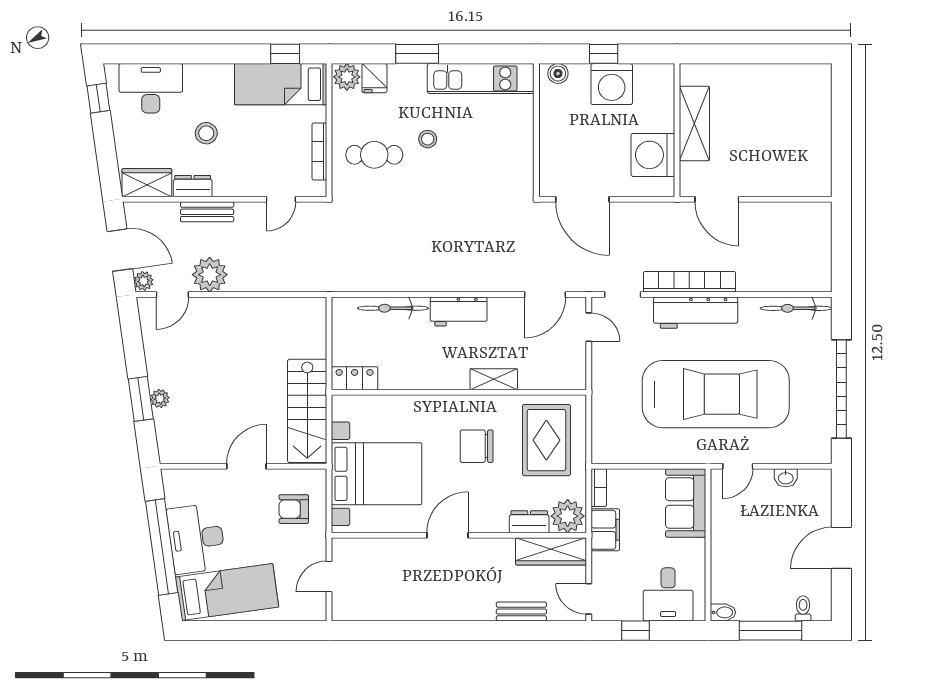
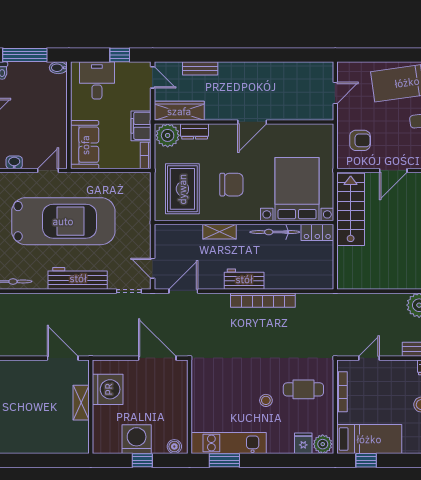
window: (417, 54) -> (224, 460), moved
shelving: (694, 123) -> (81, 403), width x0.67, depth x0.75
bookcase: (689, 282) -> (263, 300), moved
bicycle: (393, 308) -> (275, 232), moved, turned 180
car: (716, 394) -> (63, 221), turned 180
bed with nightstands: (377, 474) -> (297, 189), moved, turned 90

